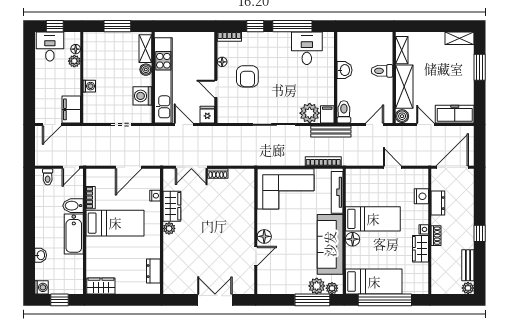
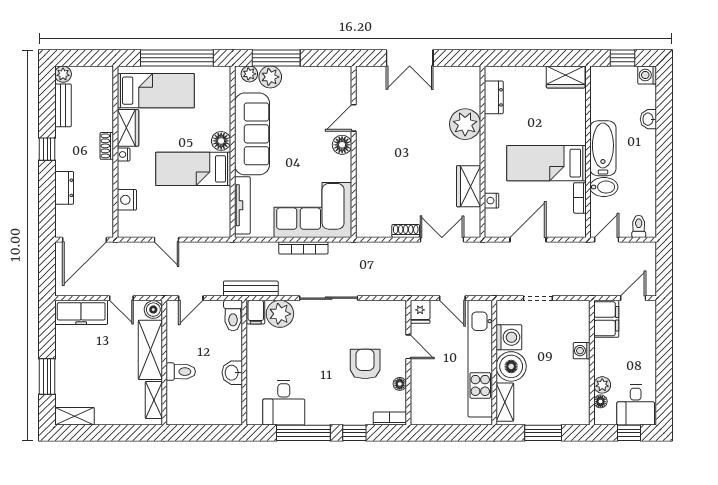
boiler: (146, 70) -> (511, 366), width x1.86, depth x1.86
bookcase: (323, 161) -> (303, 248), moved
dresser: (438, 203) -> (64, 188), moved, turned 180
plant: (169, 228) -> (465, 124), moved, width x1.88, depth x1.88
bed: (374, 282) -> (156, 91), moved, turned 180

